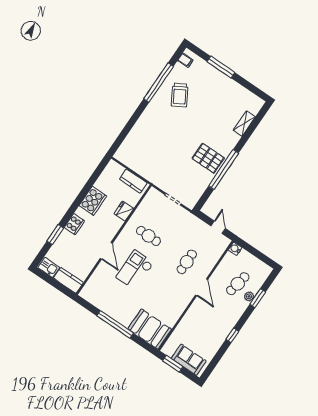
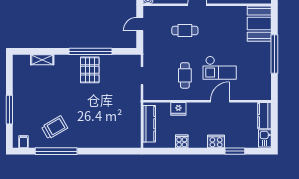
kitchen counter: (133, 181) -> (149, 124), width x1.50
cooker: (93, 201) -> (182, 141), width x0.53, depth x0.76

